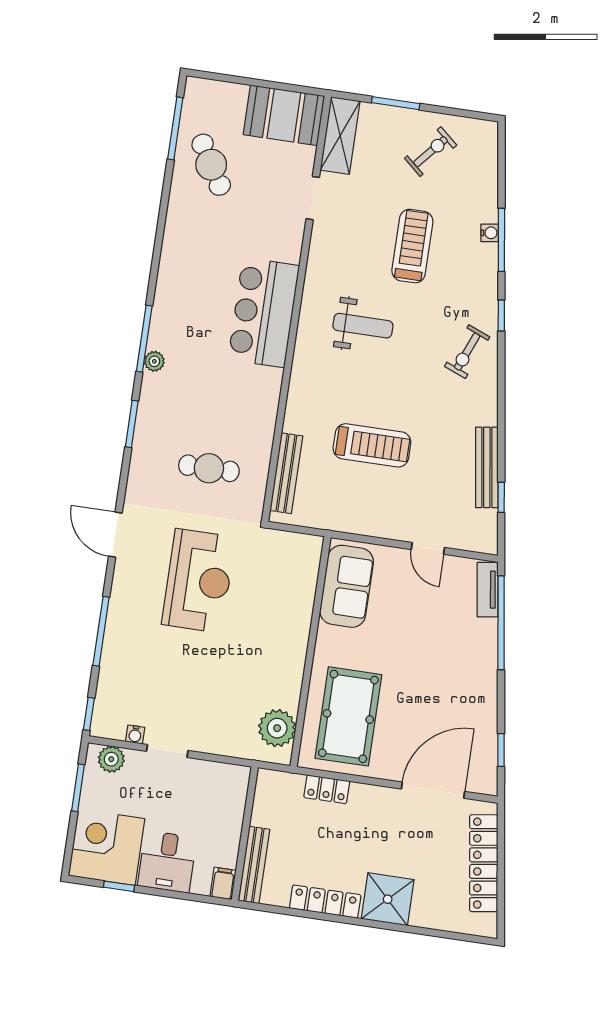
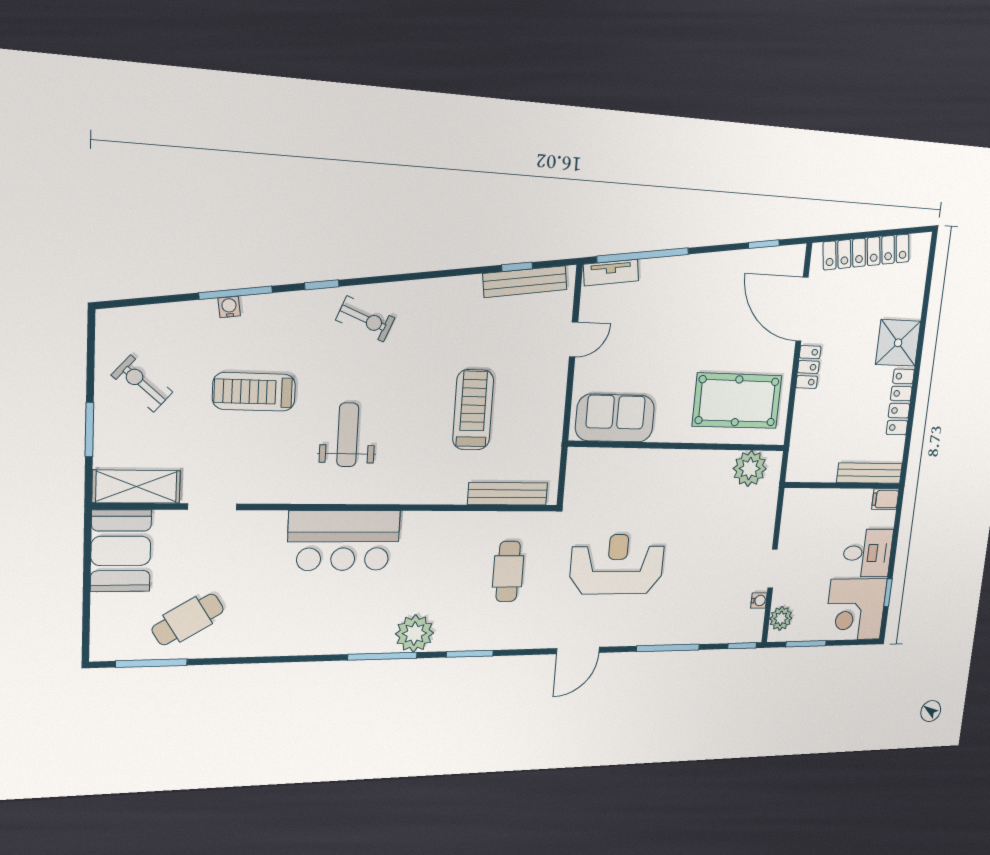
plant: (154, 361) -> (415, 633), width x1.88, depth x1.88
bench: (487, 467) -> (525, 282), moved
locker: (327, 789) -> (808, 367), moved

